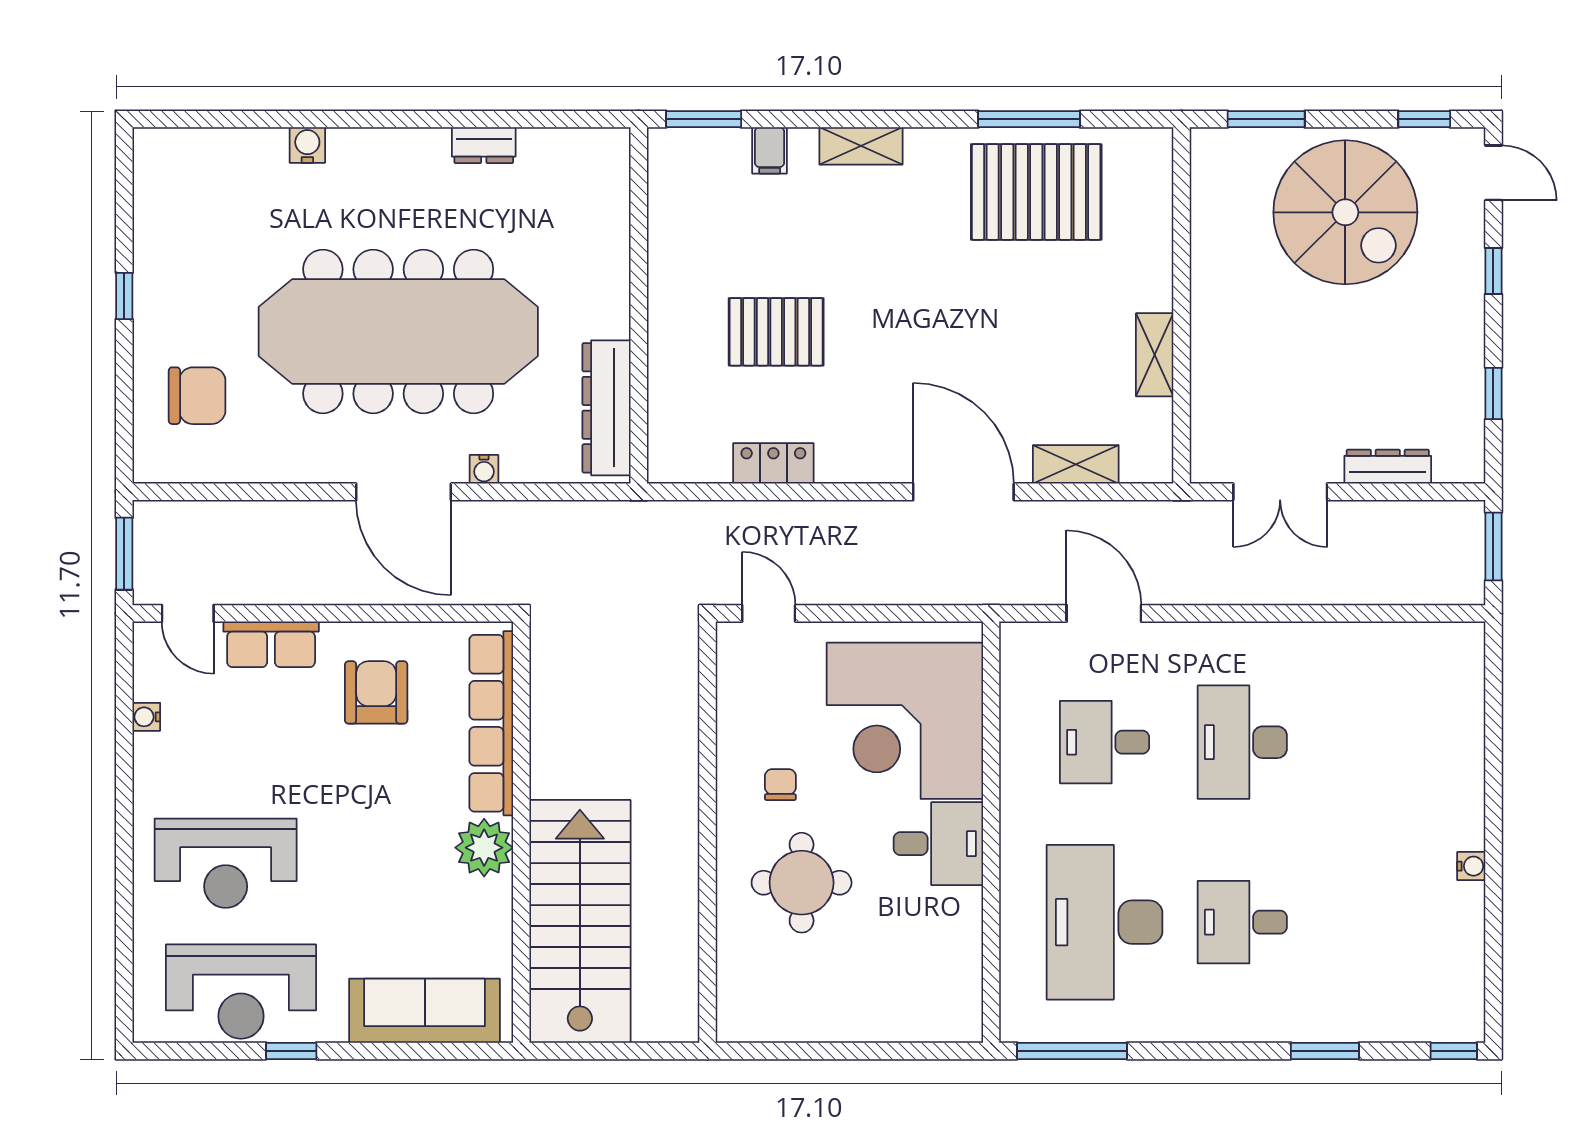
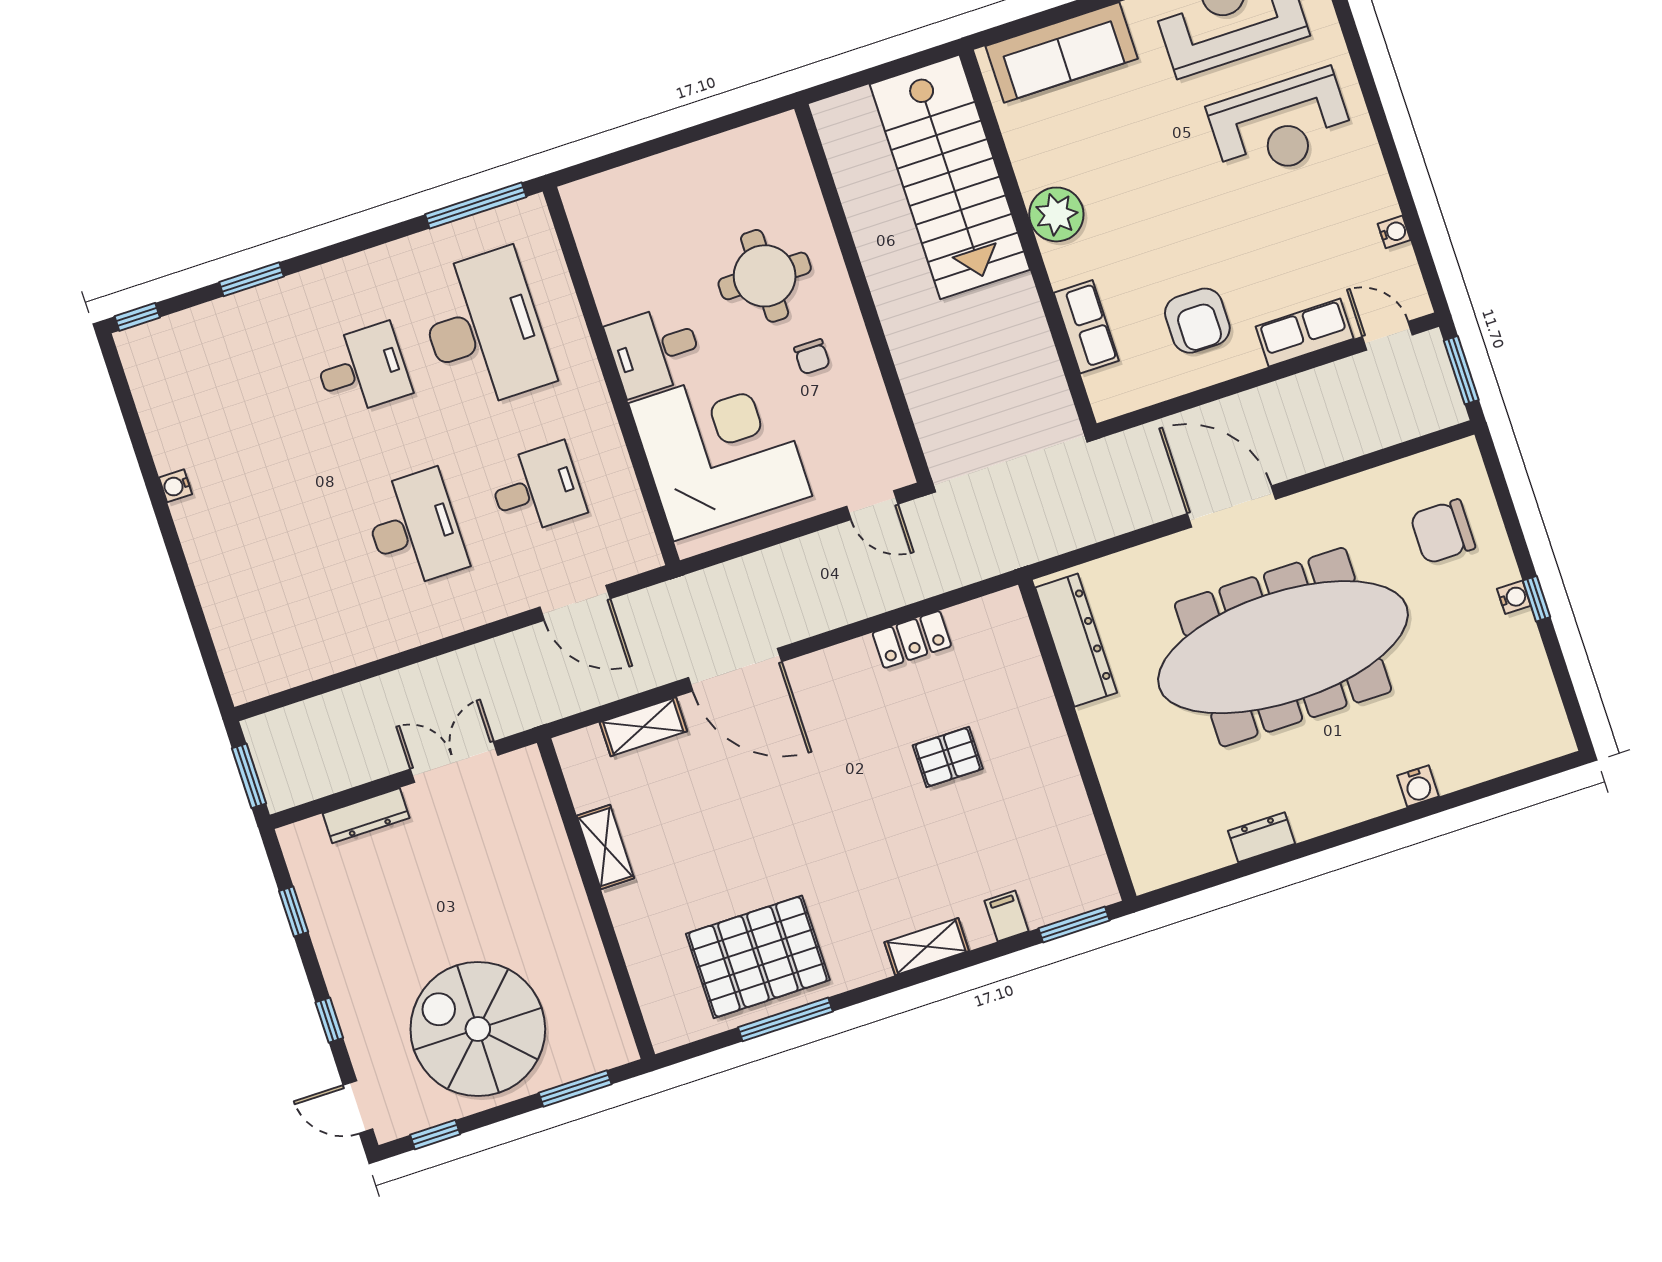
pallet: (776, 332) -> (948, 757), width x0.67, depth x0.71
water cooler: (484, 469) -> (1514, 597), moved, turned 90
row of seats: (491, 723) -> (1086, 327), width x0.50
reception desk: (226, 863) -> (1281, 125), turned 180

